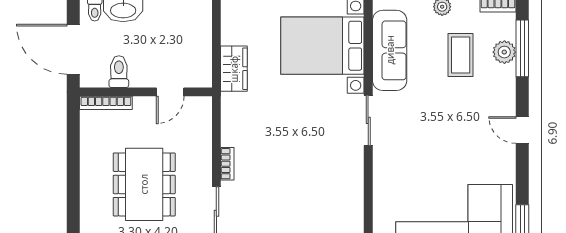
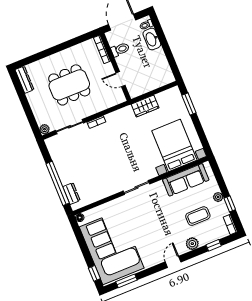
window: (522, 48) -> (214, 245), width x0.46
plant: (504, 52) -> (192, 244), moved
sliding door: (368, 120) -> (136, 187), moved

